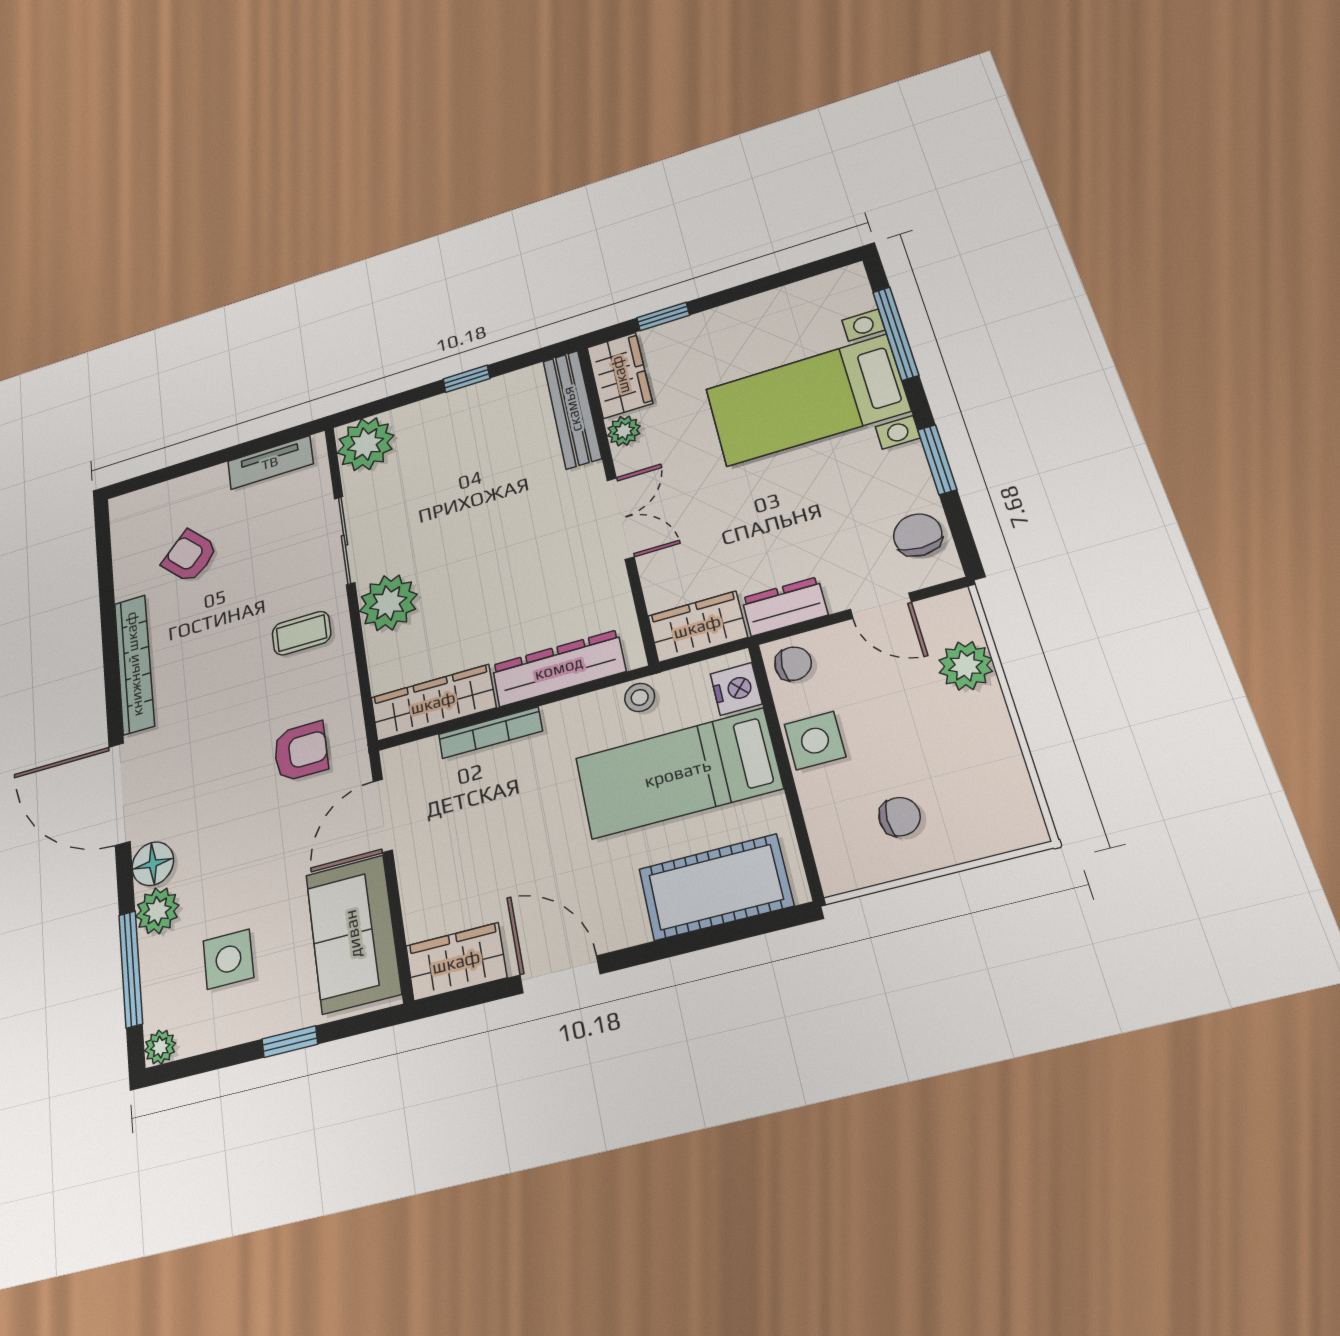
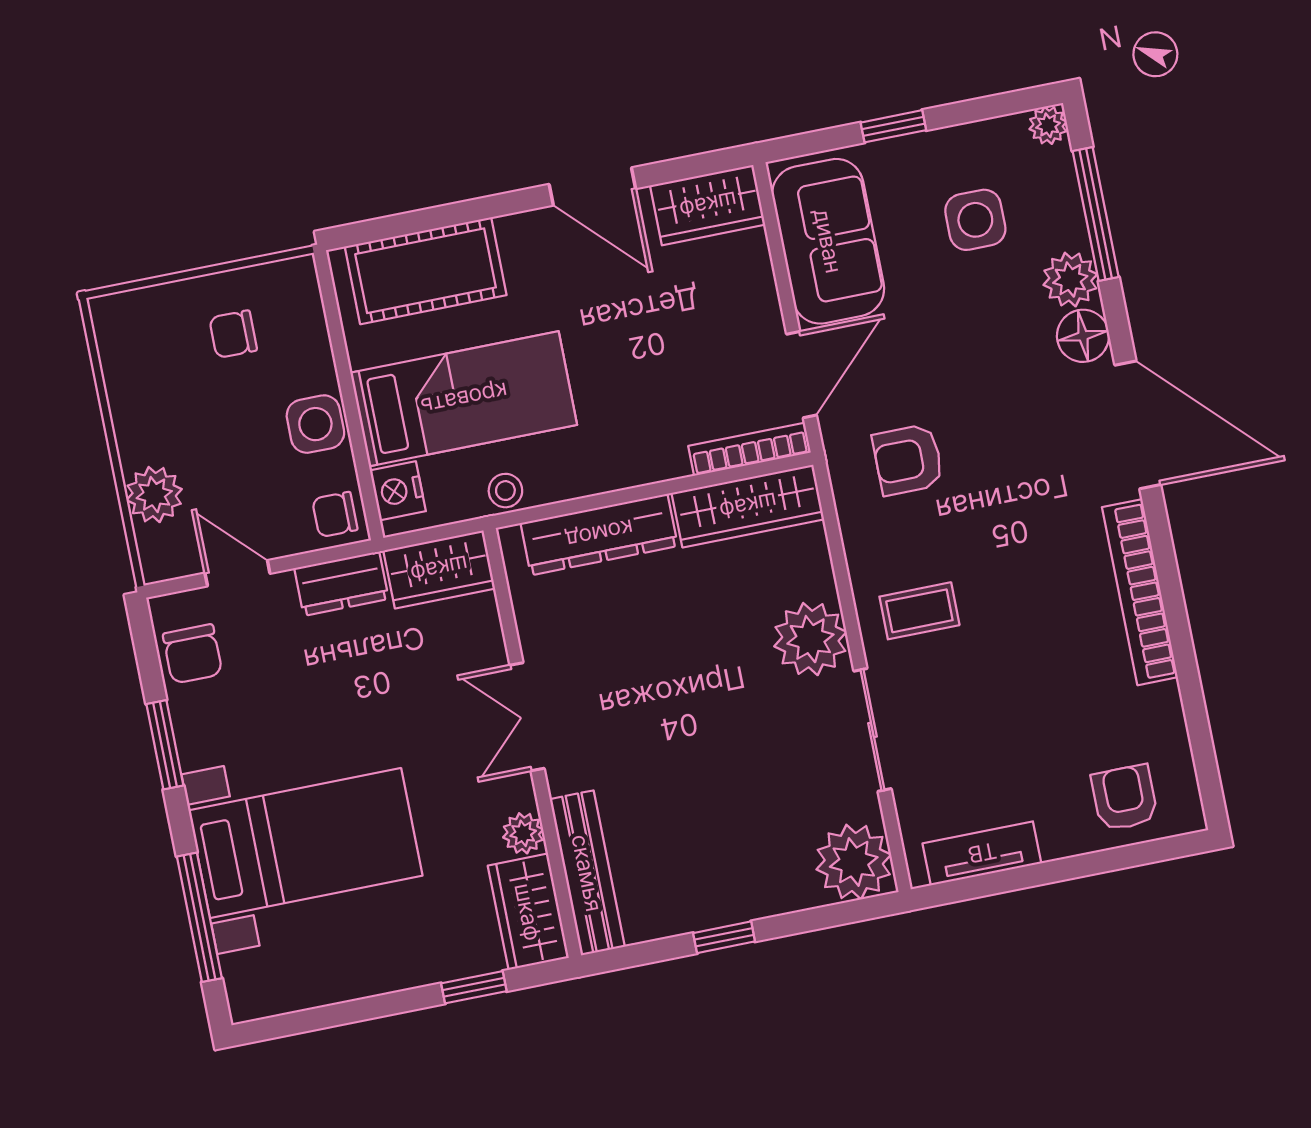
armchair: (190, 556) -> (1125, 798), moved, turned -135
bookcase: (490, 733) -> (750, 449), moved

